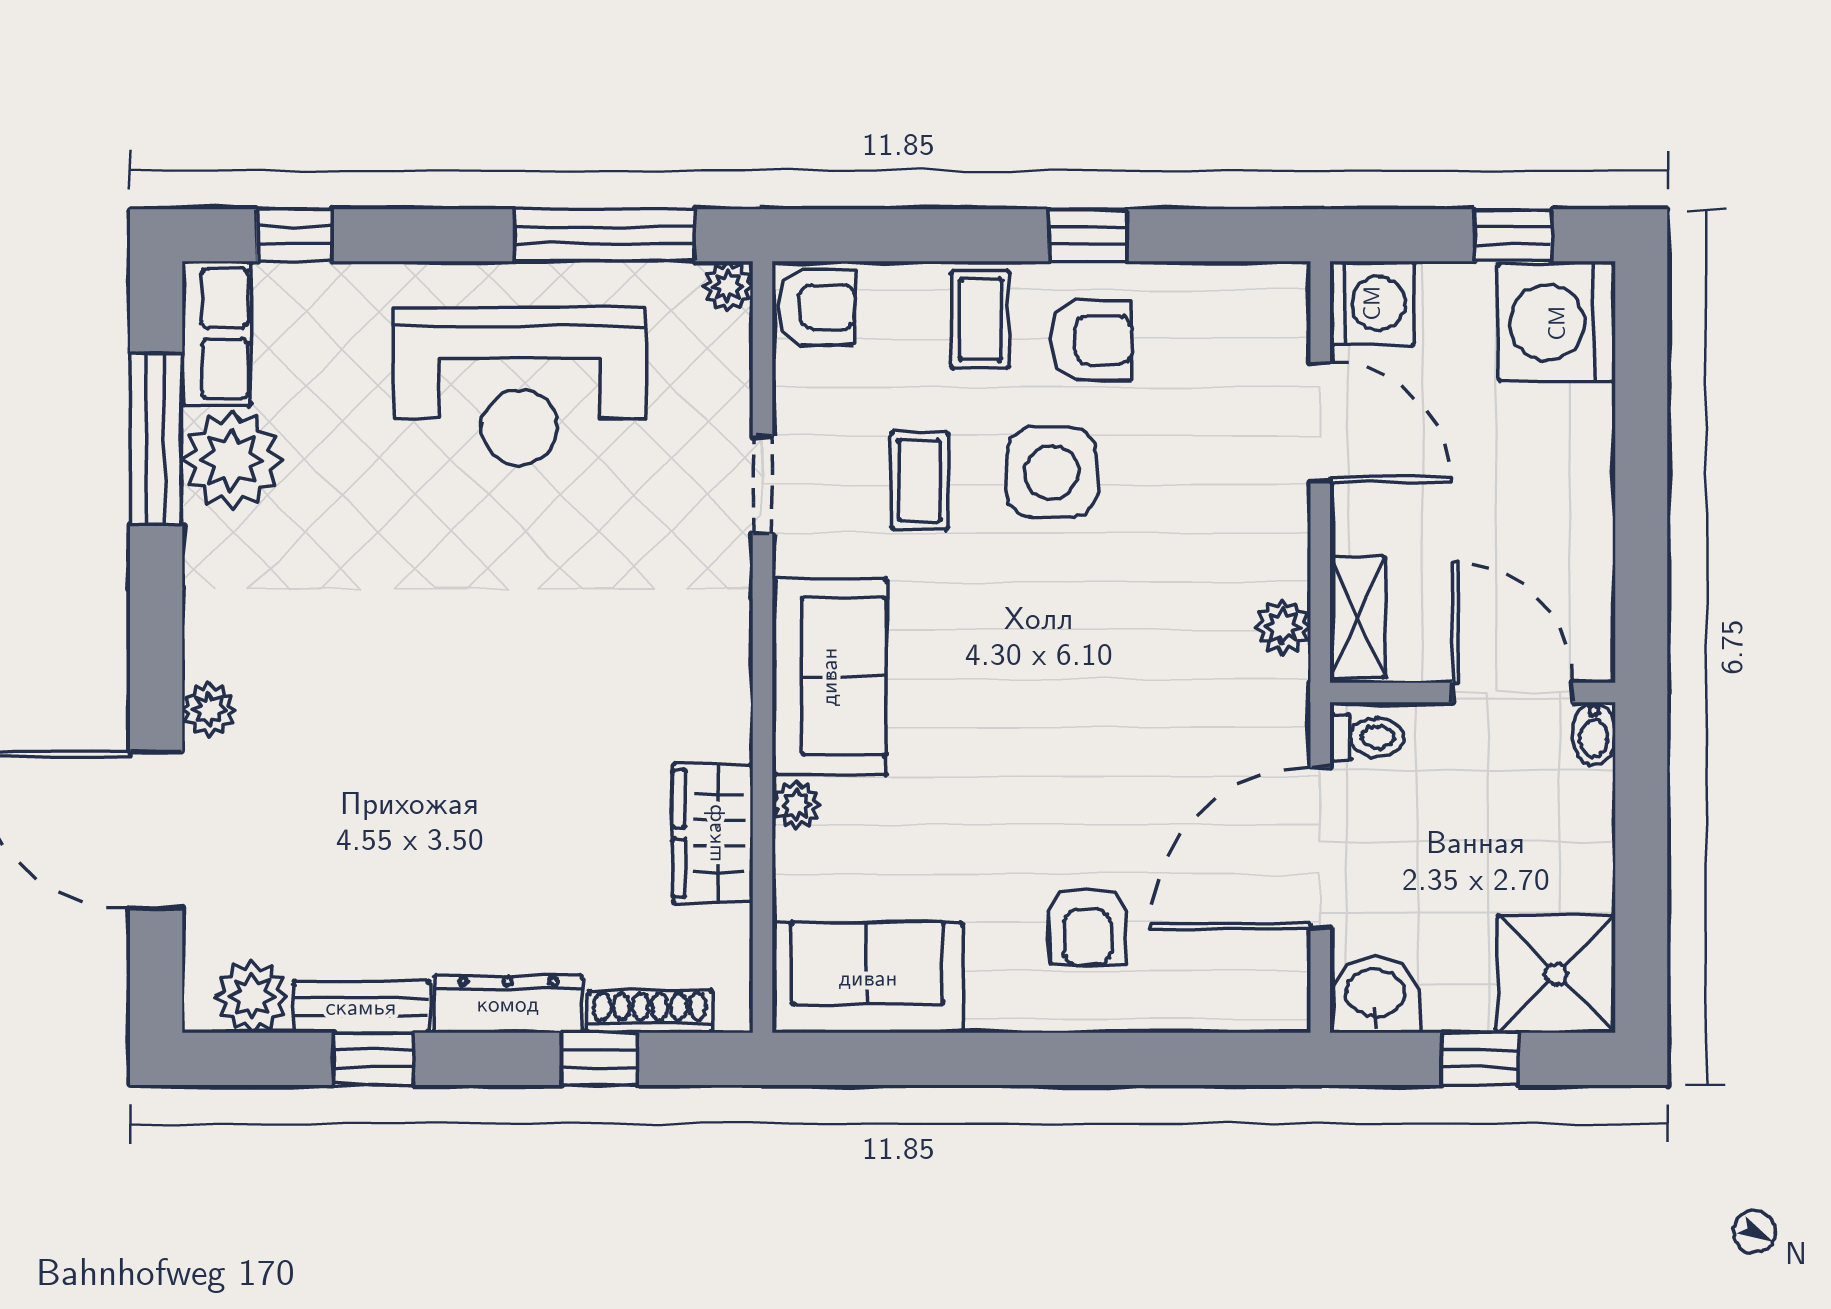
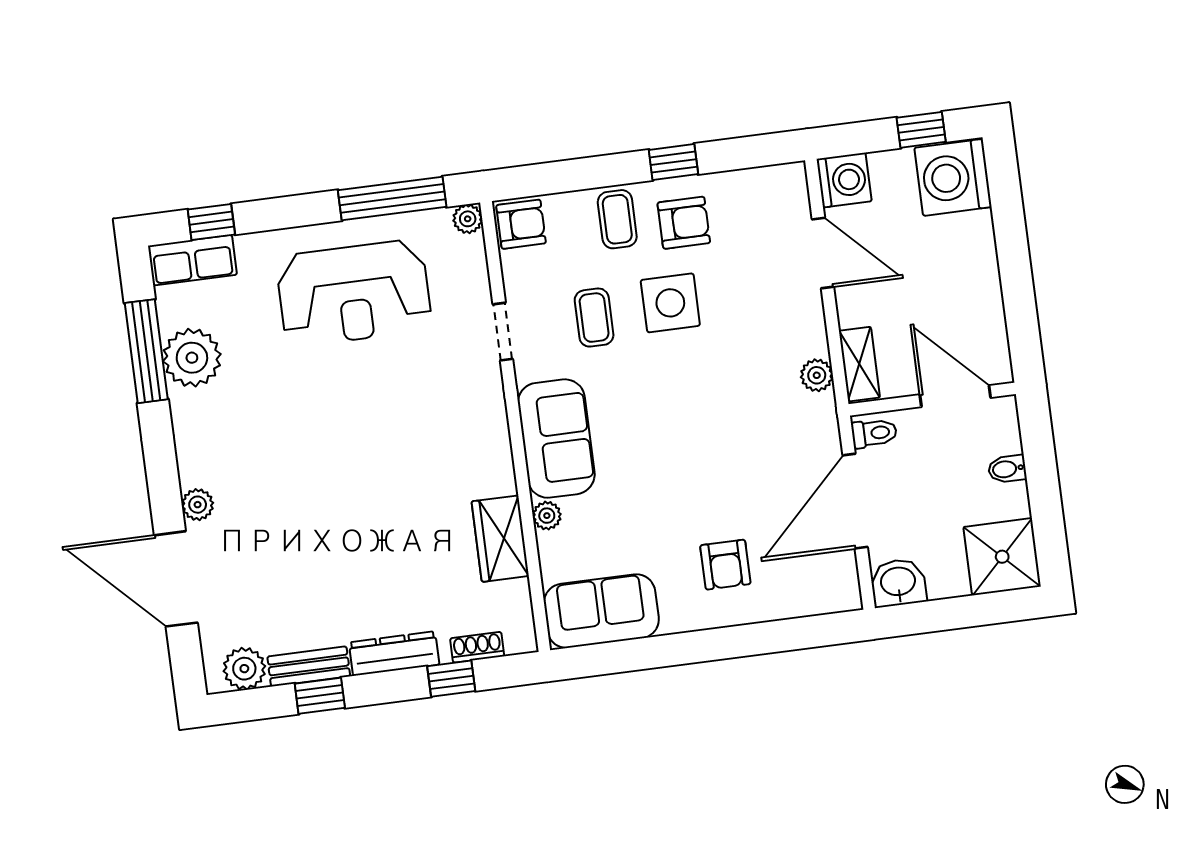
row of seats: (216, 333) -> (192, 260), moved, turned 90
bidet: (1594, 734) -> (1007, 469), moved, turned 90
shoe rack: (650, 1012) -> (477, 647), width x0.70
window: (1480, 1059) -> (964, 612), removed

